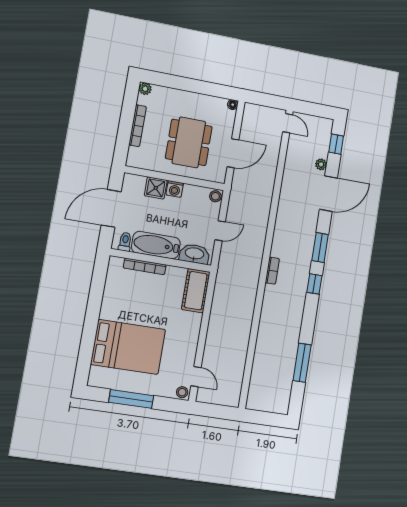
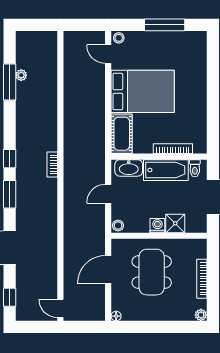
plant: (321, 164) -> (21, 75), moved
bed: (128, 347) -> (143, 91), moved, turned 180

